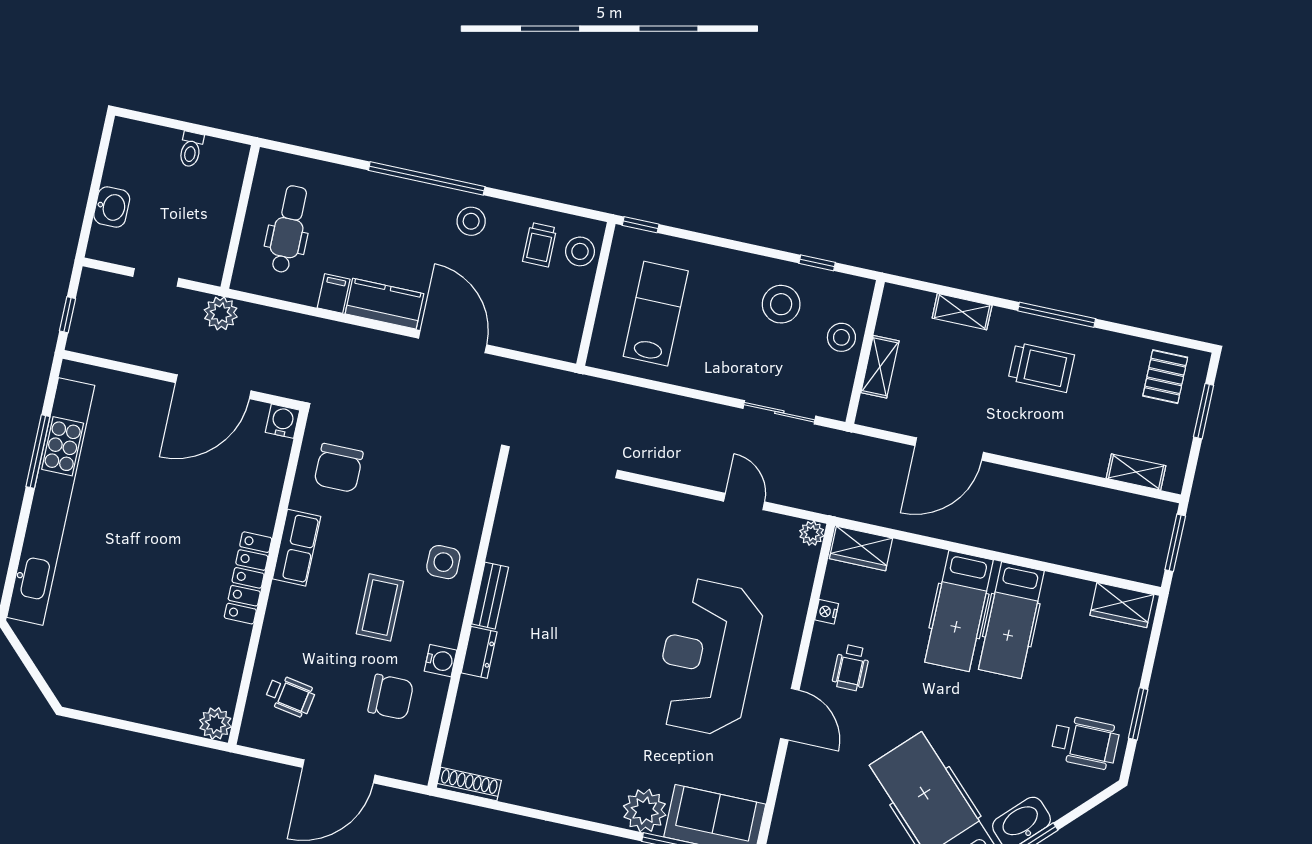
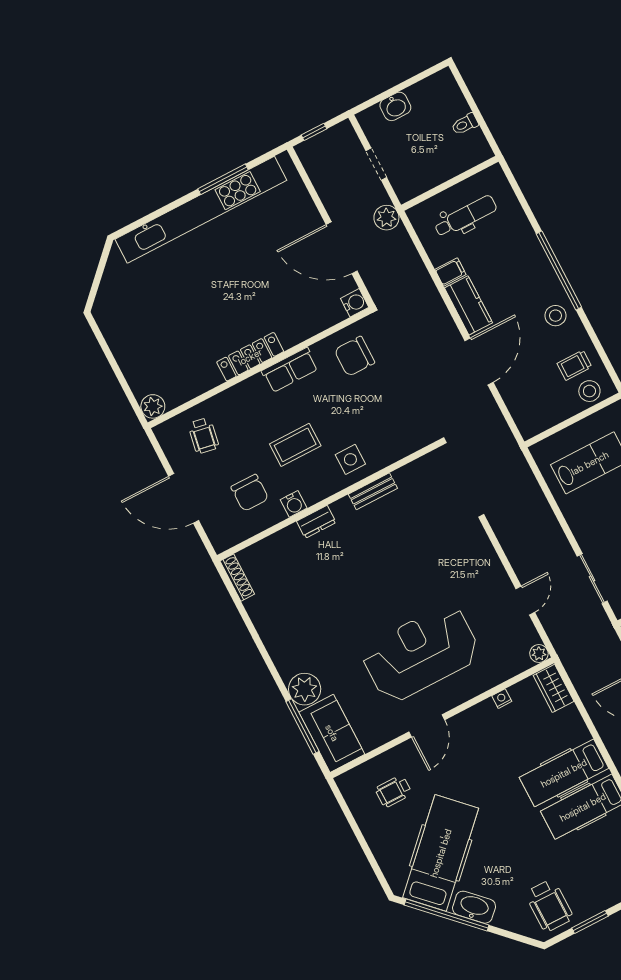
bench: (490, 596) -> (373, 491), moved
wheelchair: (851, 668) -> (393, 791), moved

